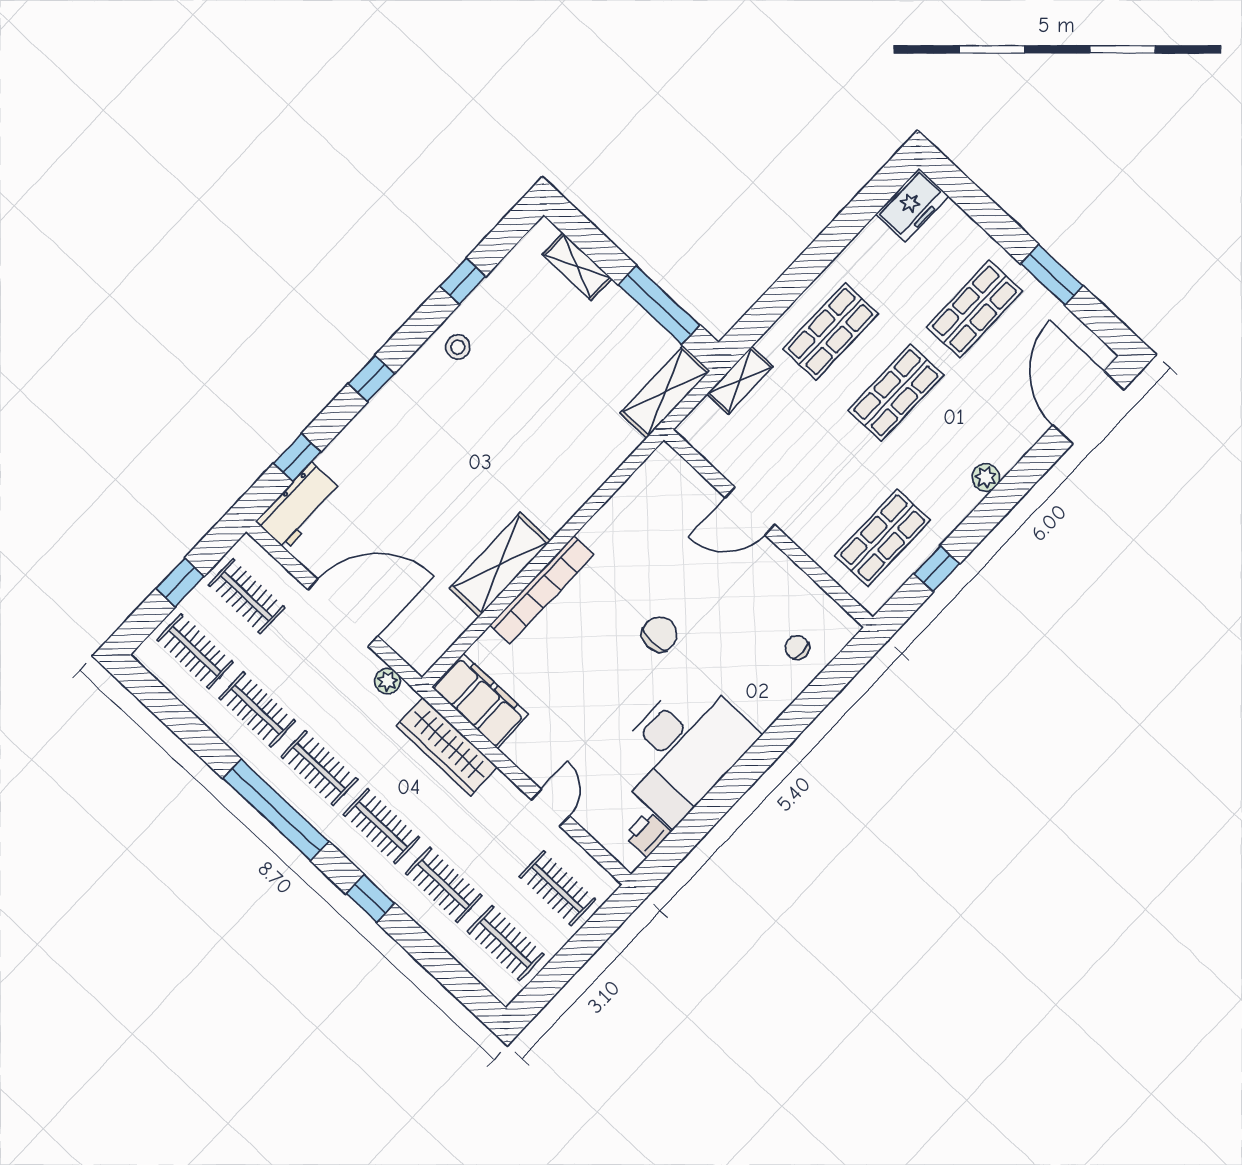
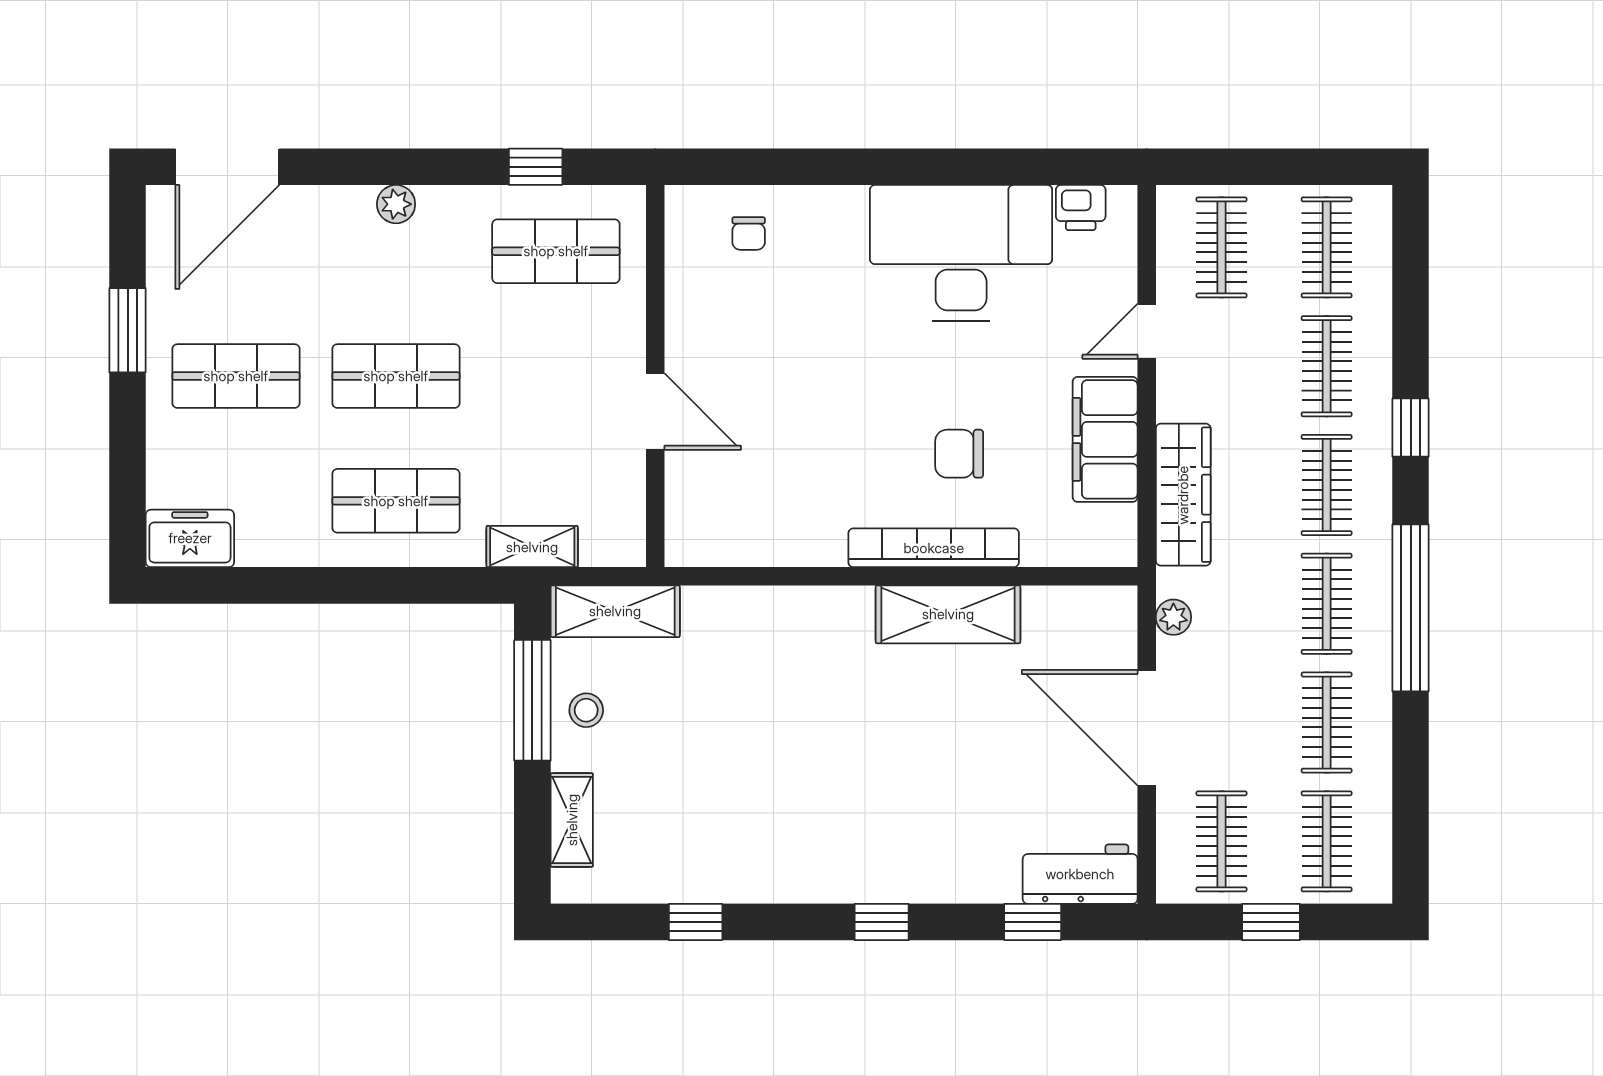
stool: (458, 347) -> (586, 710), moved
chair: (659, 634) -> (959, 454), moved
filing cabinet: (480, 701) -> (1105, 439), moved

